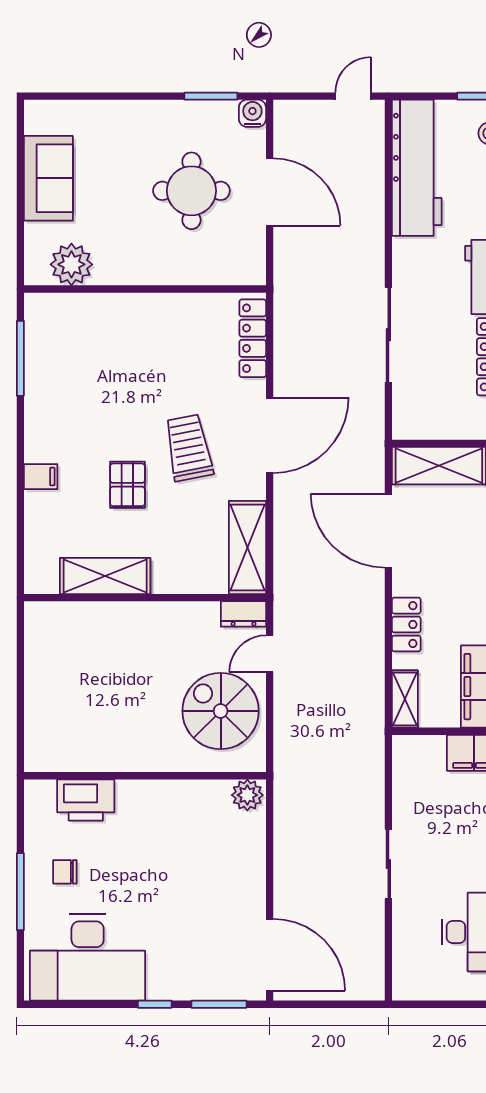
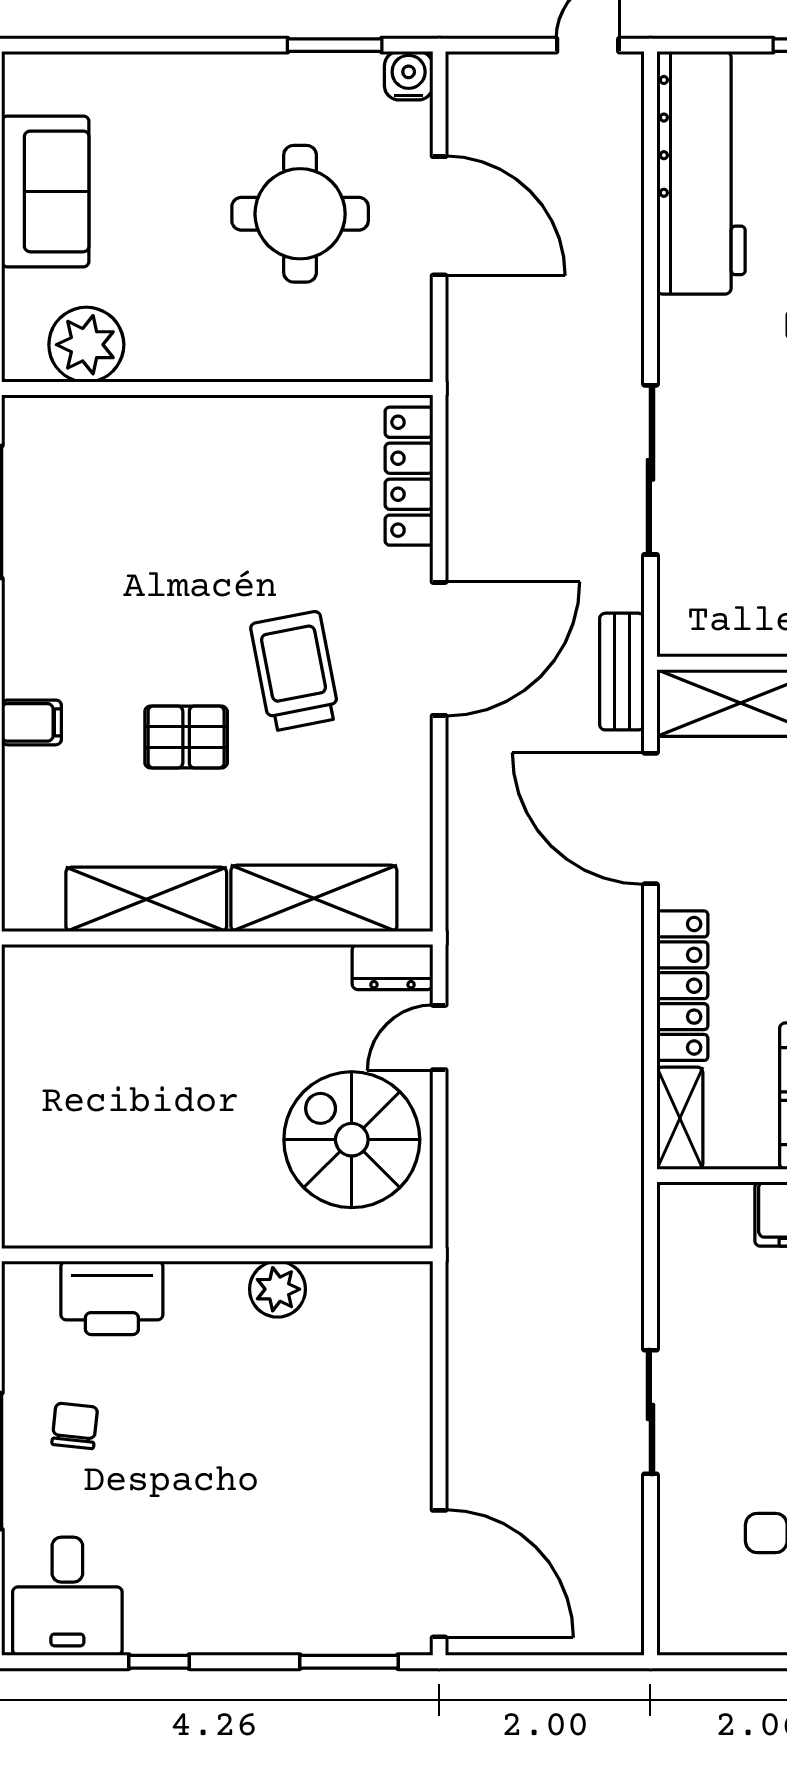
bench: (372, 448) -> (622, 672), added
pallet: (127, 485) -> (186, 737), turned 90
shelving: (247, 548) -> (314, 898), moved, turned 90
locker: (406, 625) -> (682, 986), width x1.53
plant: (247, 795) -> (277, 1289), moved
chair: (65, 872) -> (75, 1426), turned 96
desk: (88, 958) -> (67, 1596), width x0.53, depth x0.77
window: (155, 1004) -> (159, 1662), moved

